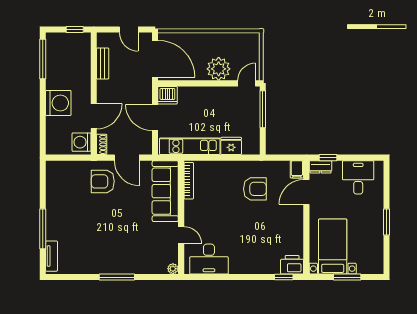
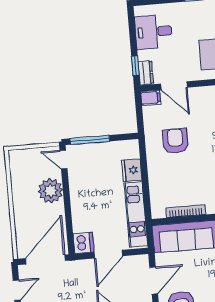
bookcase: (189, 181) -> (186, 211), moved

